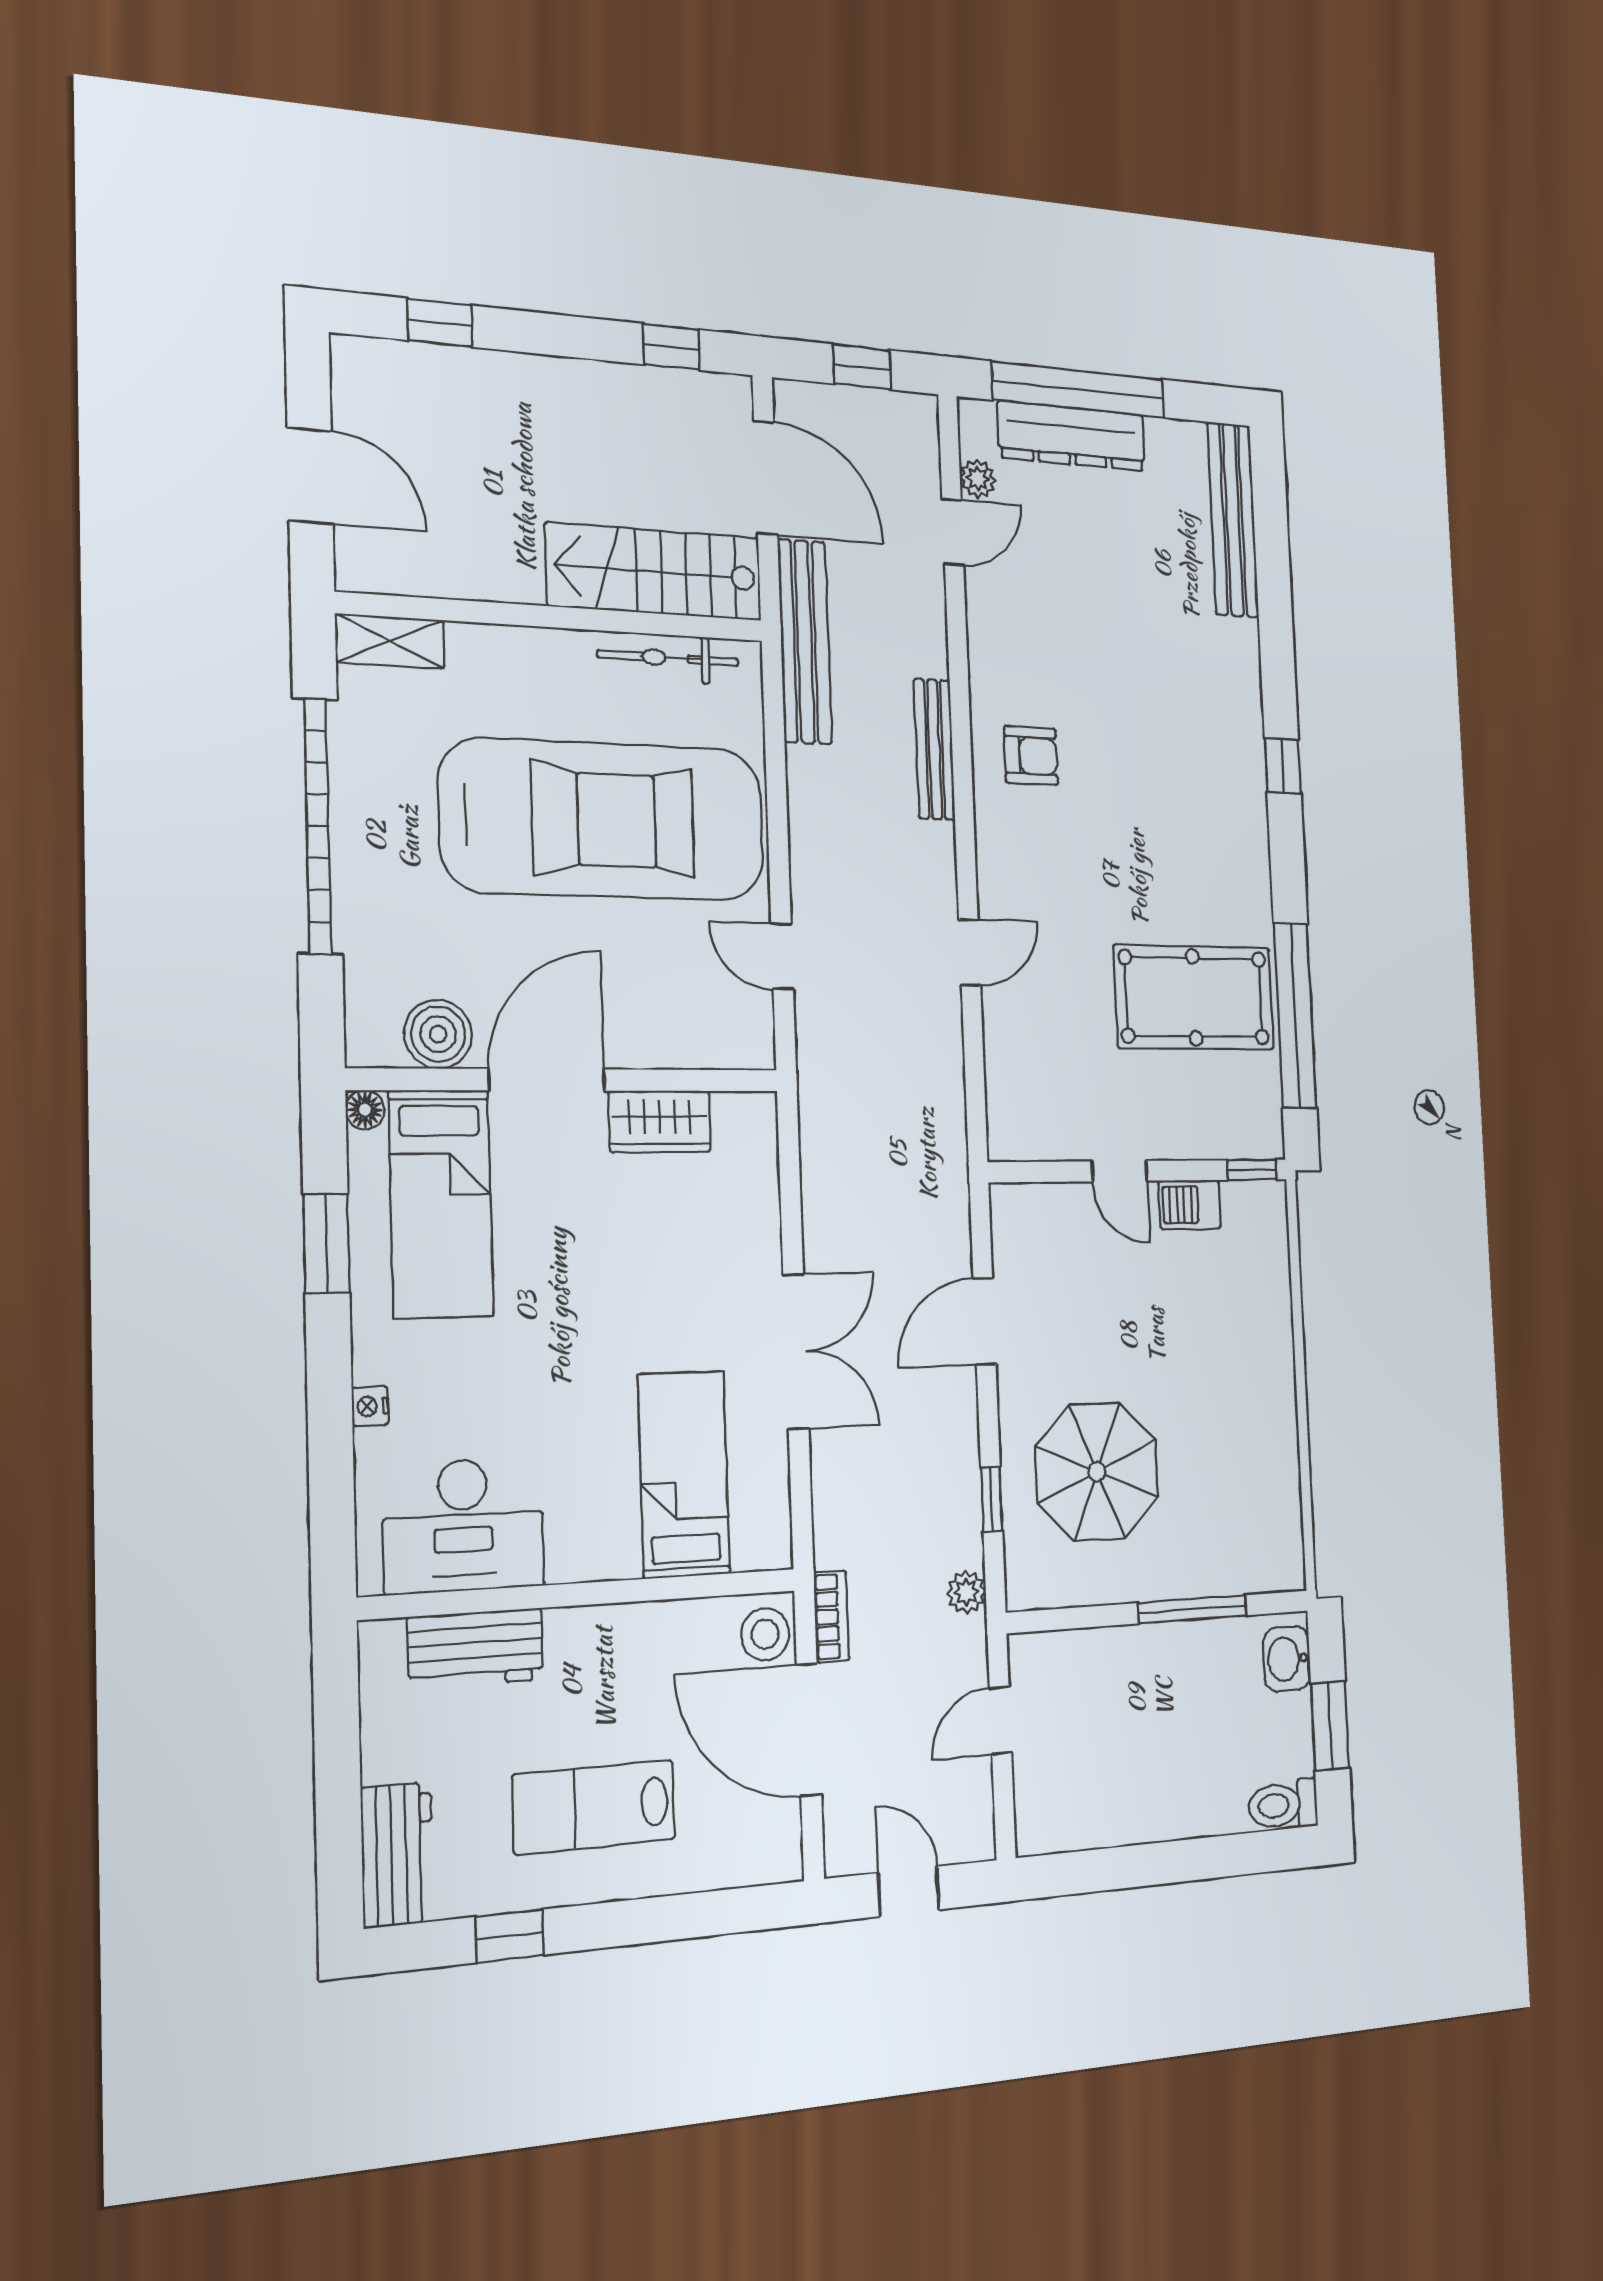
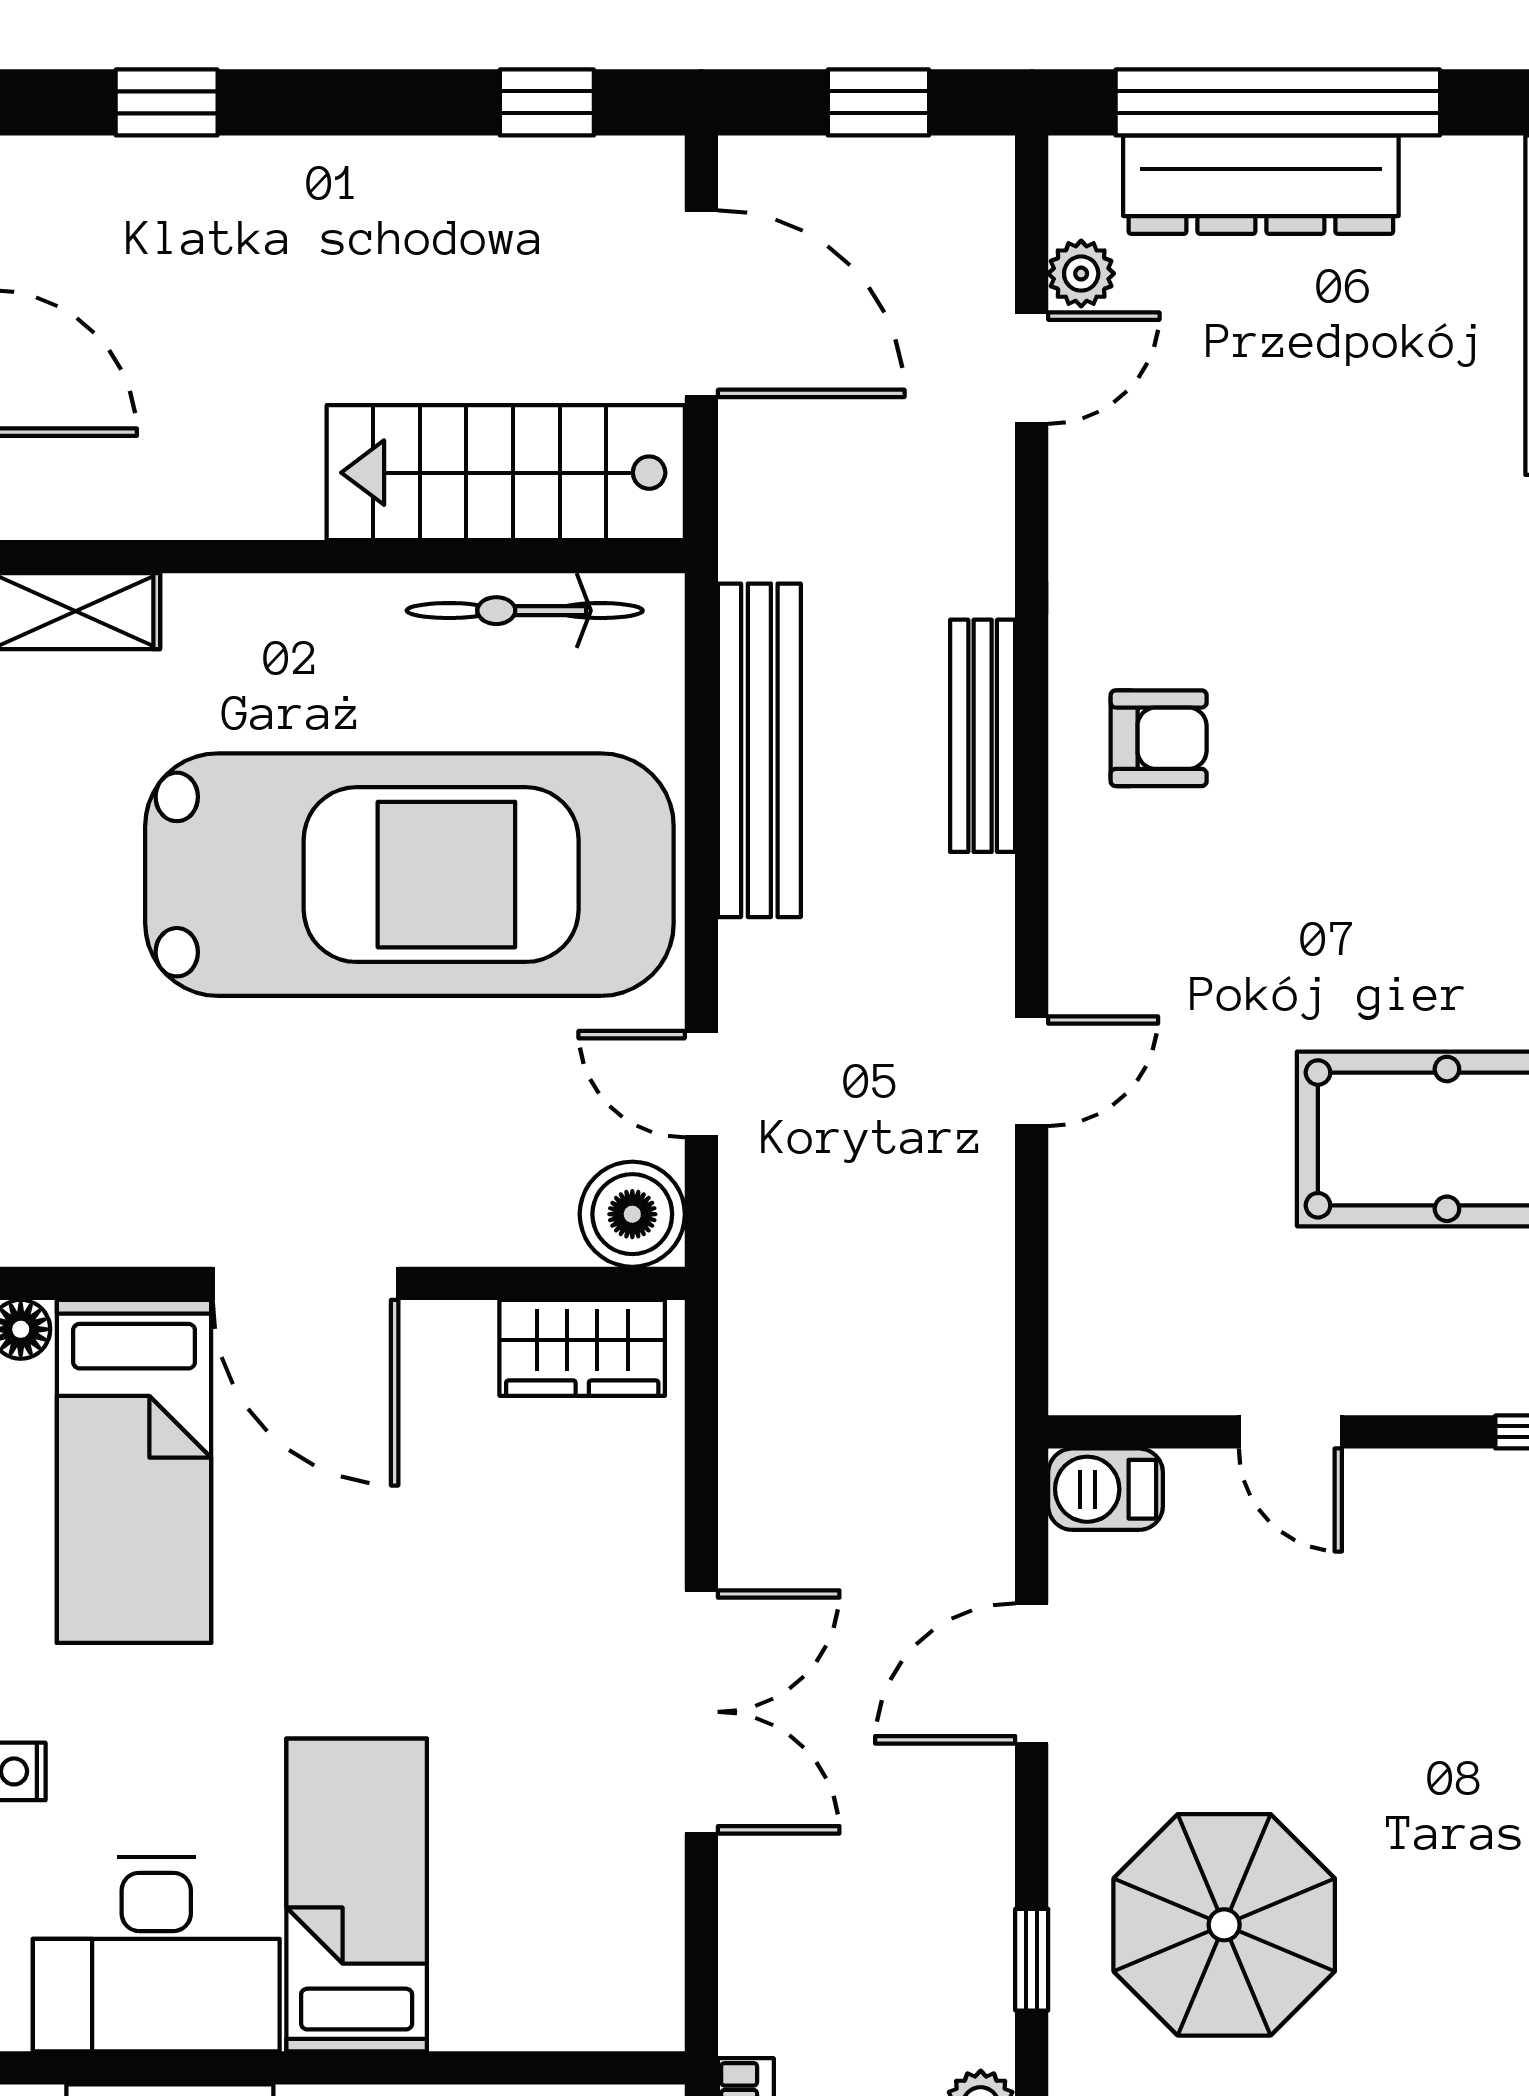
bench: (805, 642) -> (759, 750), moved
boiler: (438, 1034) -> (632, 1214), moved
door: (547, 1080) -> (305, 1283), swing flipped
wardrobe: (660, 1121) -> (582, 1348), moved
barbecue: (1190, 1205) -> (1106, 1489), moved
bed: (684, 1474) -> (357, 1895), moved

